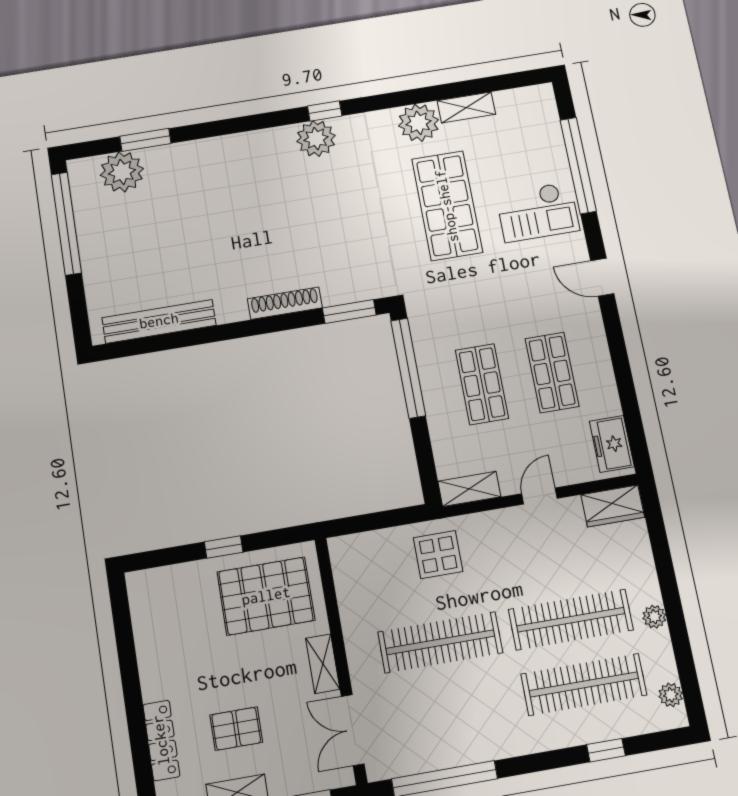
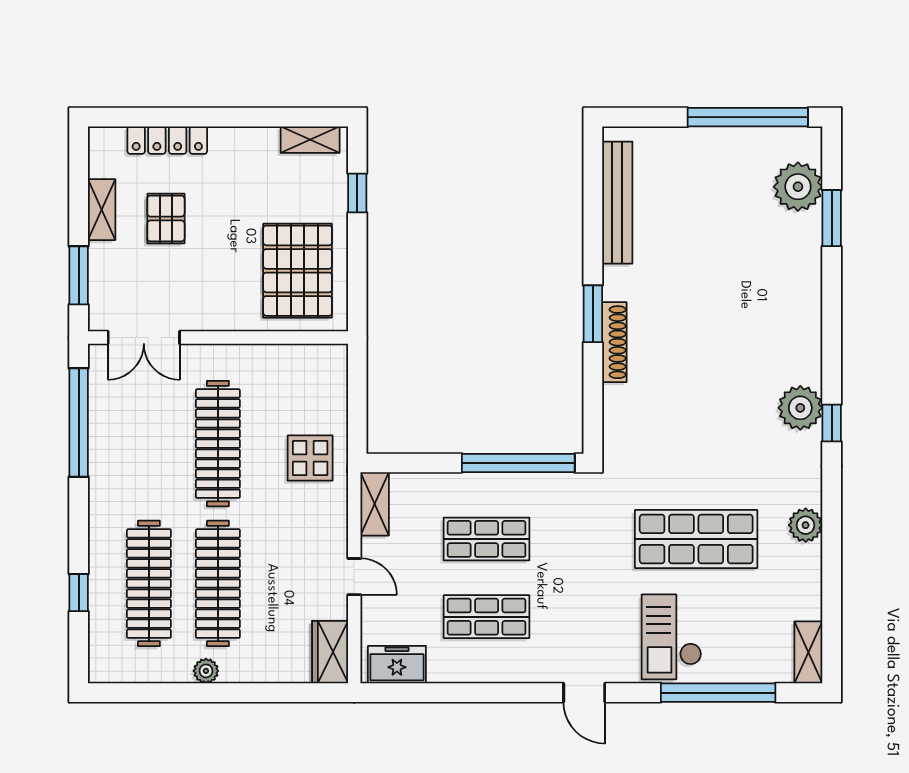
shelving: (466, 107) -> (808, 652), moved
plant: (419, 123) -> (806, 525), width x0.73, depth x0.73
door: (602, 277) -> (584, 693), swing flipped
window: (349, 312) -> (593, 314), moved
window: (224, 547) -> (357, 193), moved
shelving: (323, 664) -> (310, 140), moved
plant: (671, 695) -> (123, 671), removed
double door: (353, 730) -> (144, 338), swing flipped

